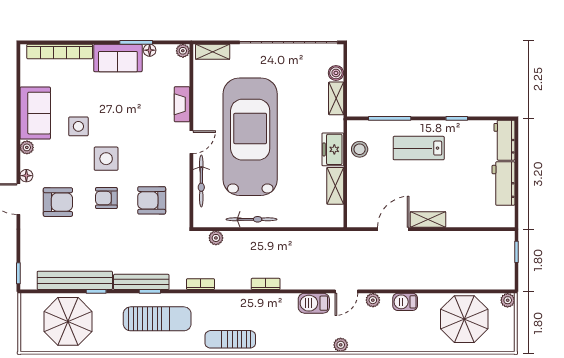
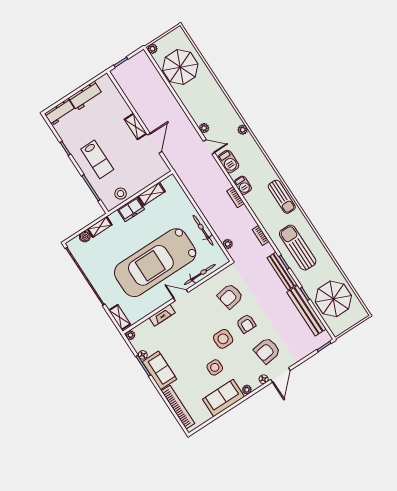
armchair: (152, 200) -> (230, 296), turned 80
armchair: (58, 202) -> (267, 351), turned -98
door: (393, 229) -> (155, 143), swing flipped
barbecue: (405, 302) -> (243, 185), moved

